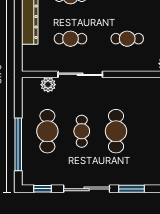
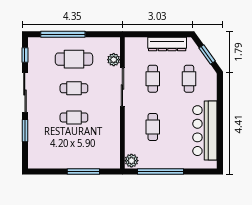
cafe table: (116, 131) -> (74, 117), width x0.73, depth x0.74

